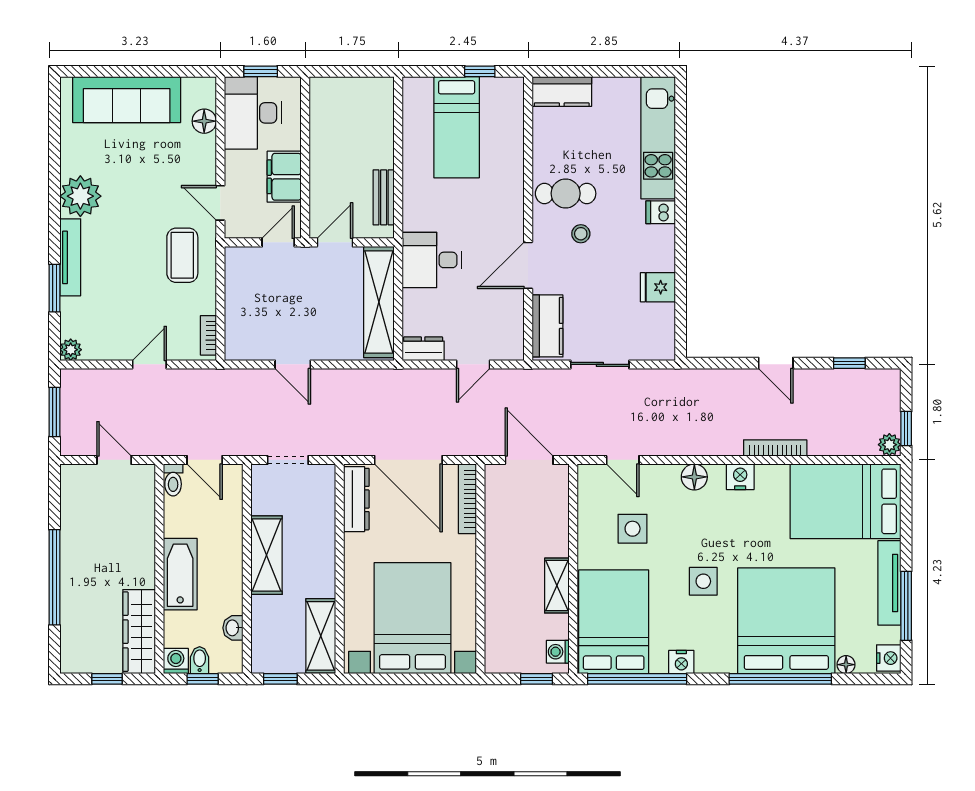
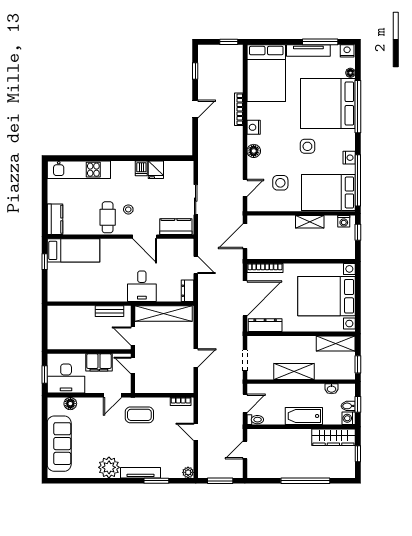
bed: (457, 127) -> (73, 250), moved
dishwasher: (661, 212) -> (141, 168), moved
plant: (889, 445) -> (237, 50), removed

